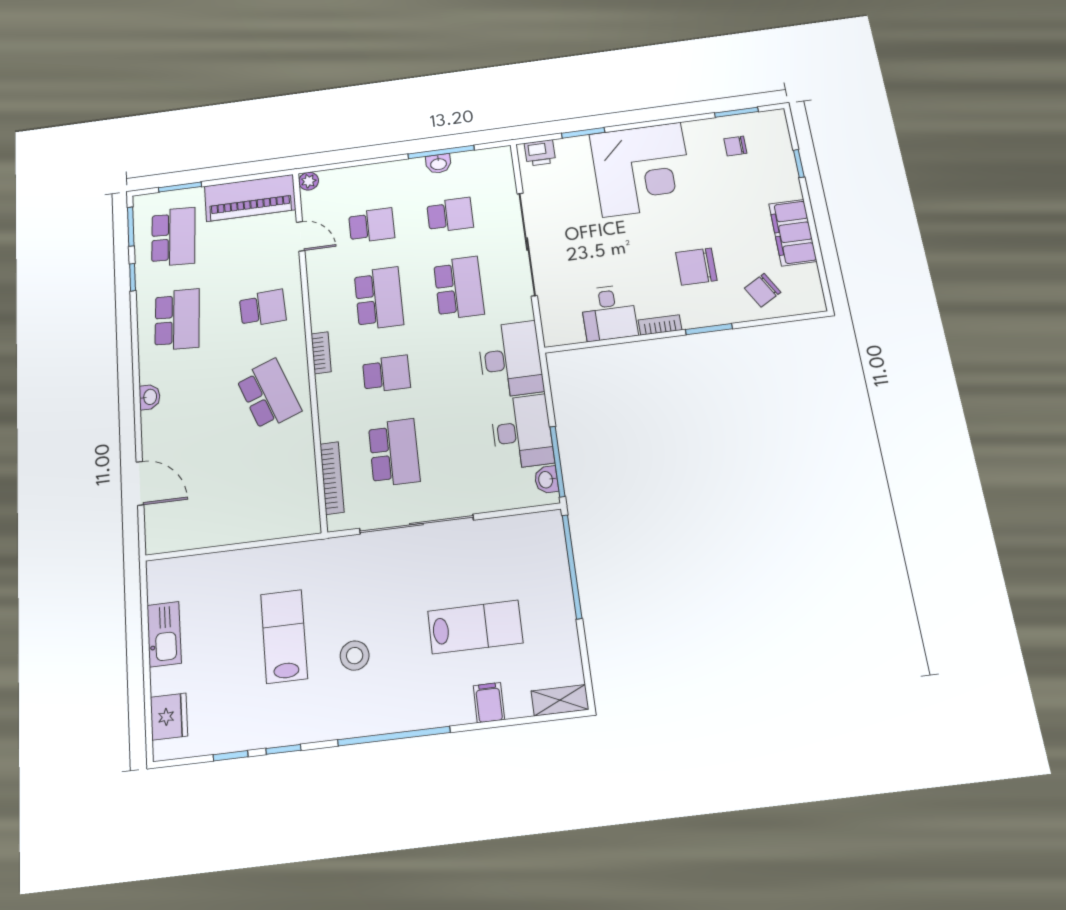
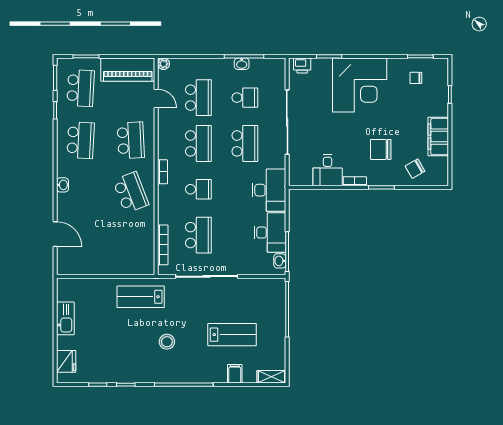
school desk: (372, 225) -> (198, 98), width x1.85
school desk: (263, 308) -> (131, 140), width x1.85
lab bench: (284, 636) -> (141, 297), moved, turned -90

